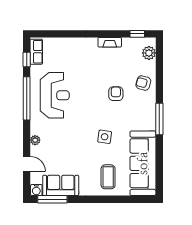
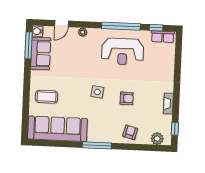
armchair: (116, 94) -> (127, 98), moved
side table: (105, 137) -> (97, 92), moved

